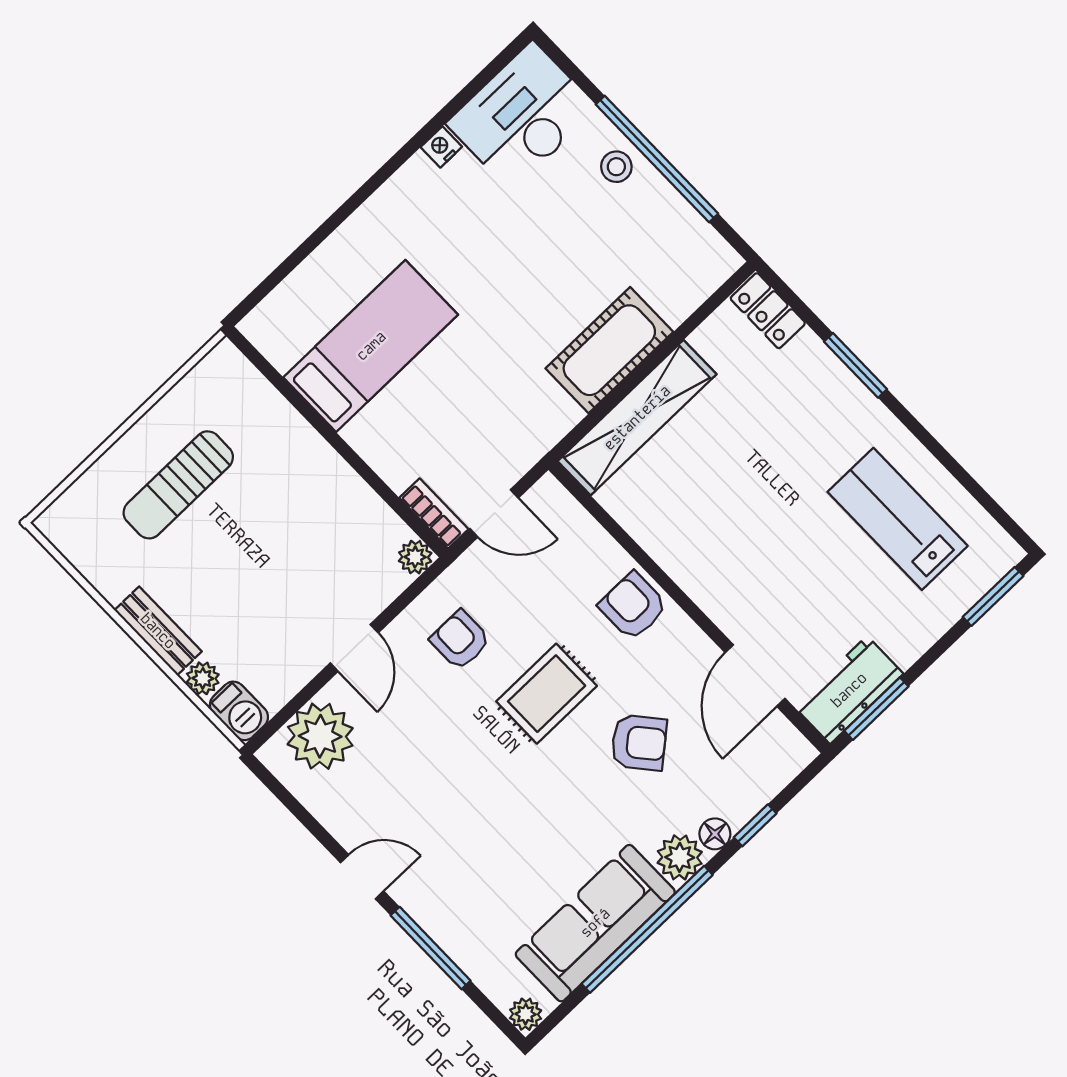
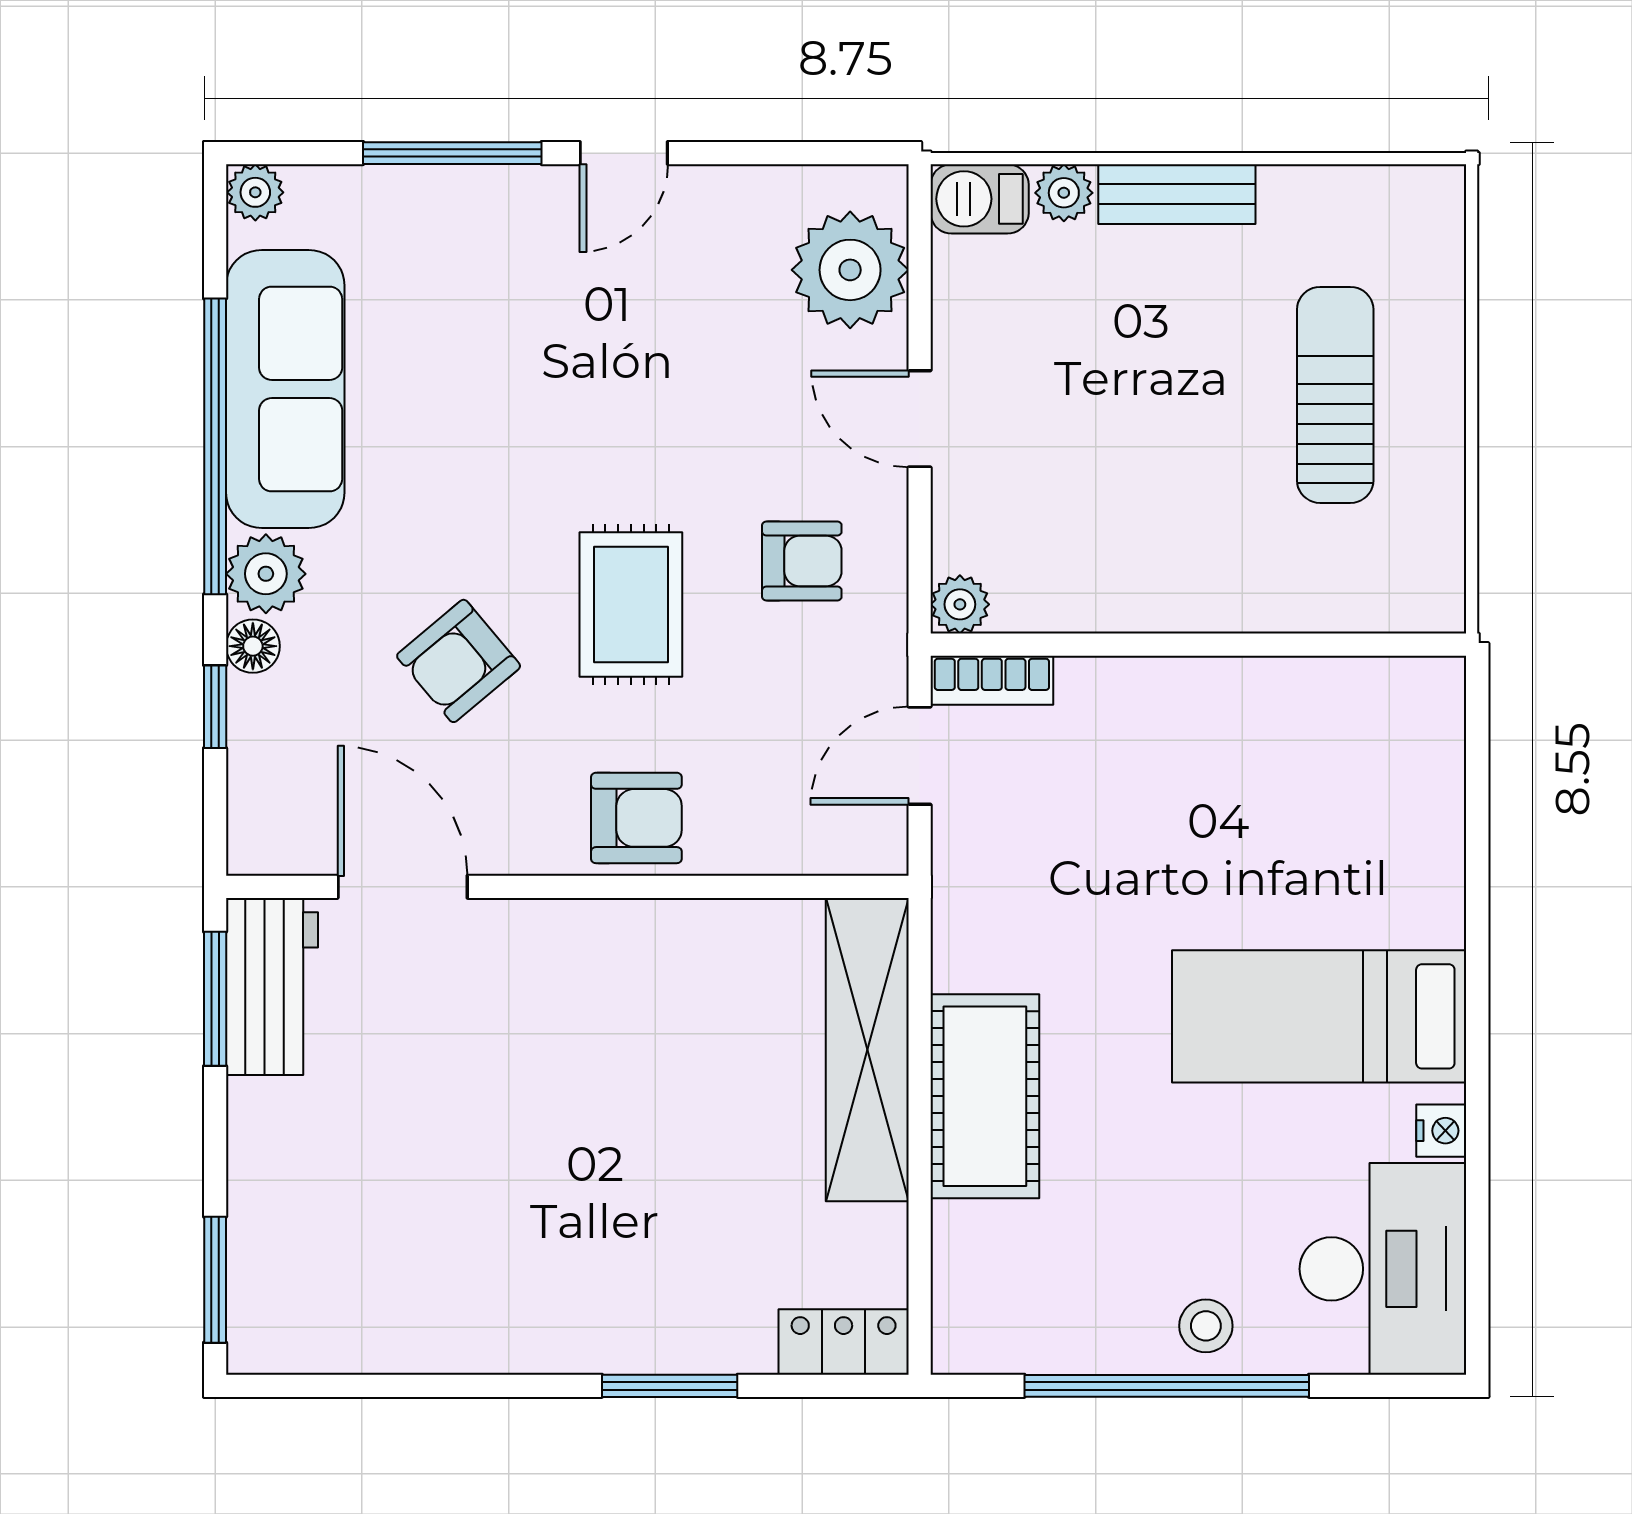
bed: (371, 346) -> (1319, 1016), moved, turned 90
lab bench: (898, 519) -> (427, 1254), removed

